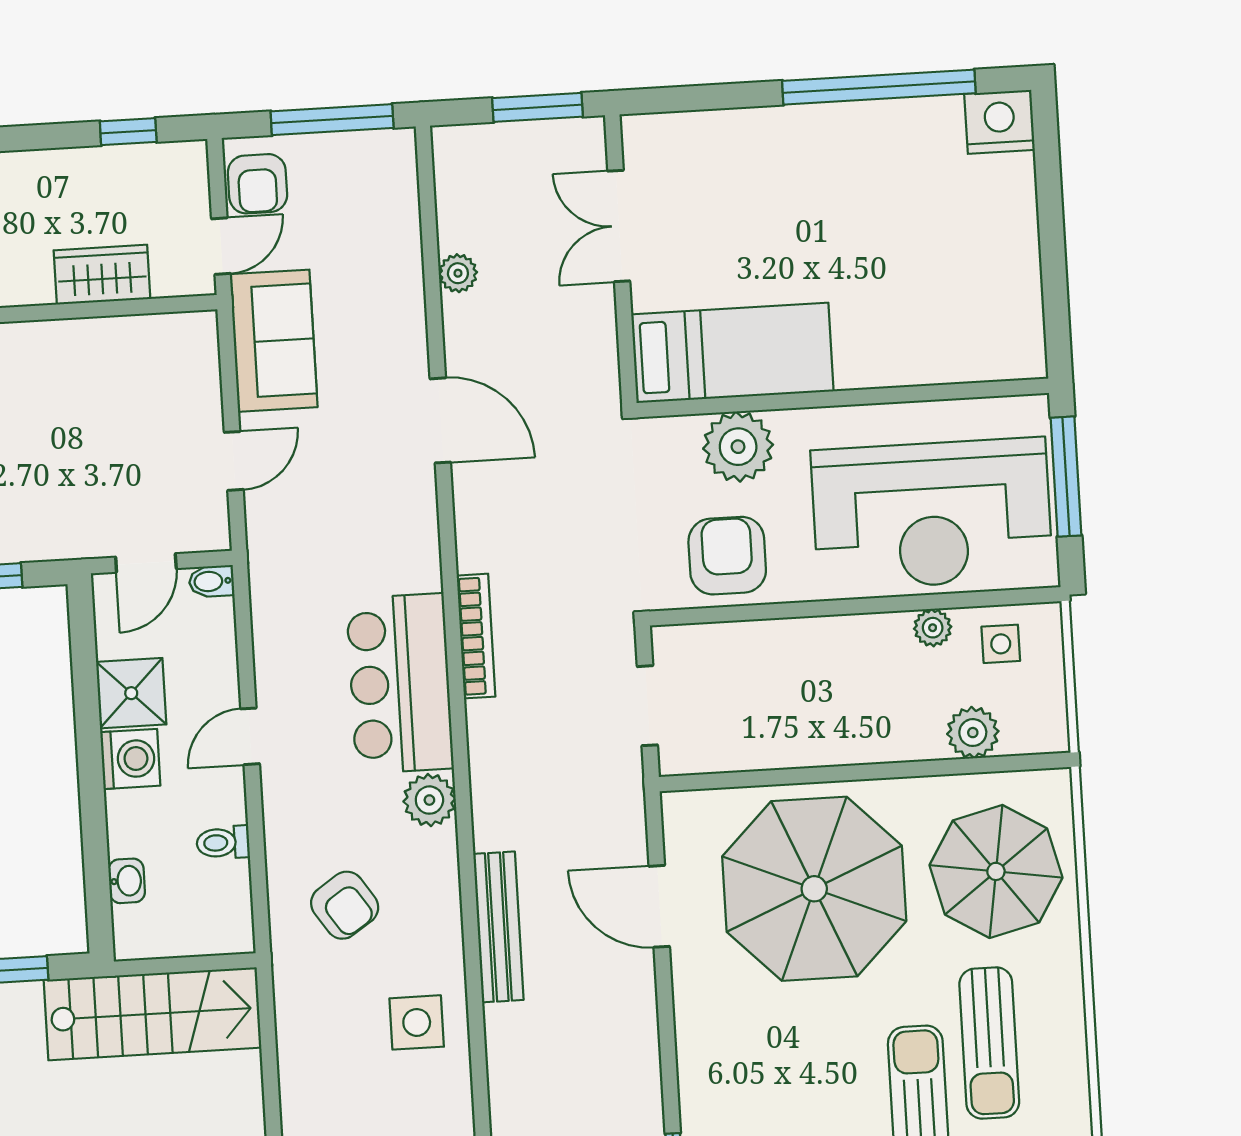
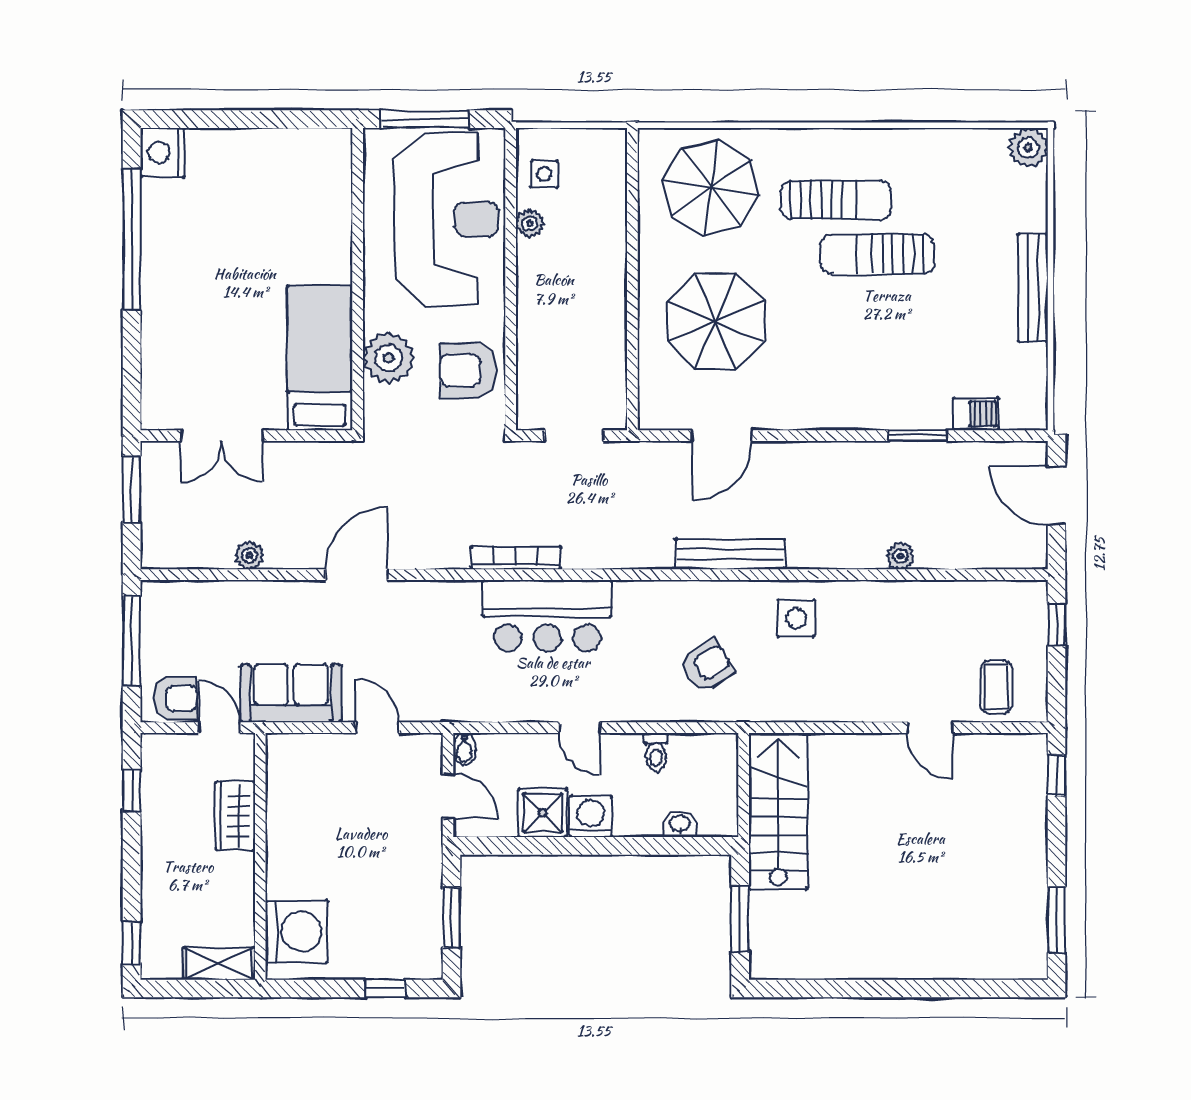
plant: (973, 733) -> (608, 198), removed
plant: (429, 800) -> (634, 599), removed
parasol: (814, 889) -> (716, 321), width x0.73, depth x0.73

